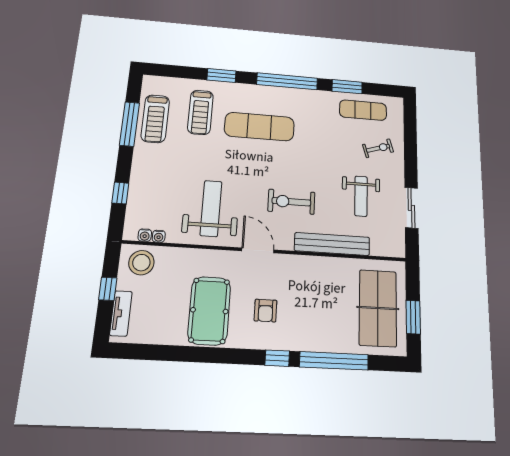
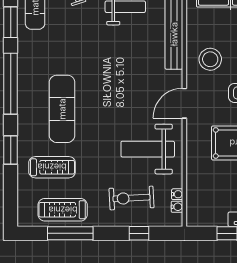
treadmill: (155, 119) -> (63, 210), turned 180
exercise bike: (291, 202) -> (131, 198), moved, turned 87
stool: (141, 263) -> (210, 59), moved

